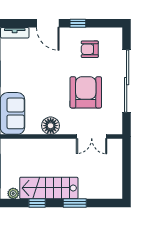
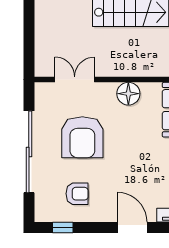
window: (78, 23) -> (63, 228), moved

